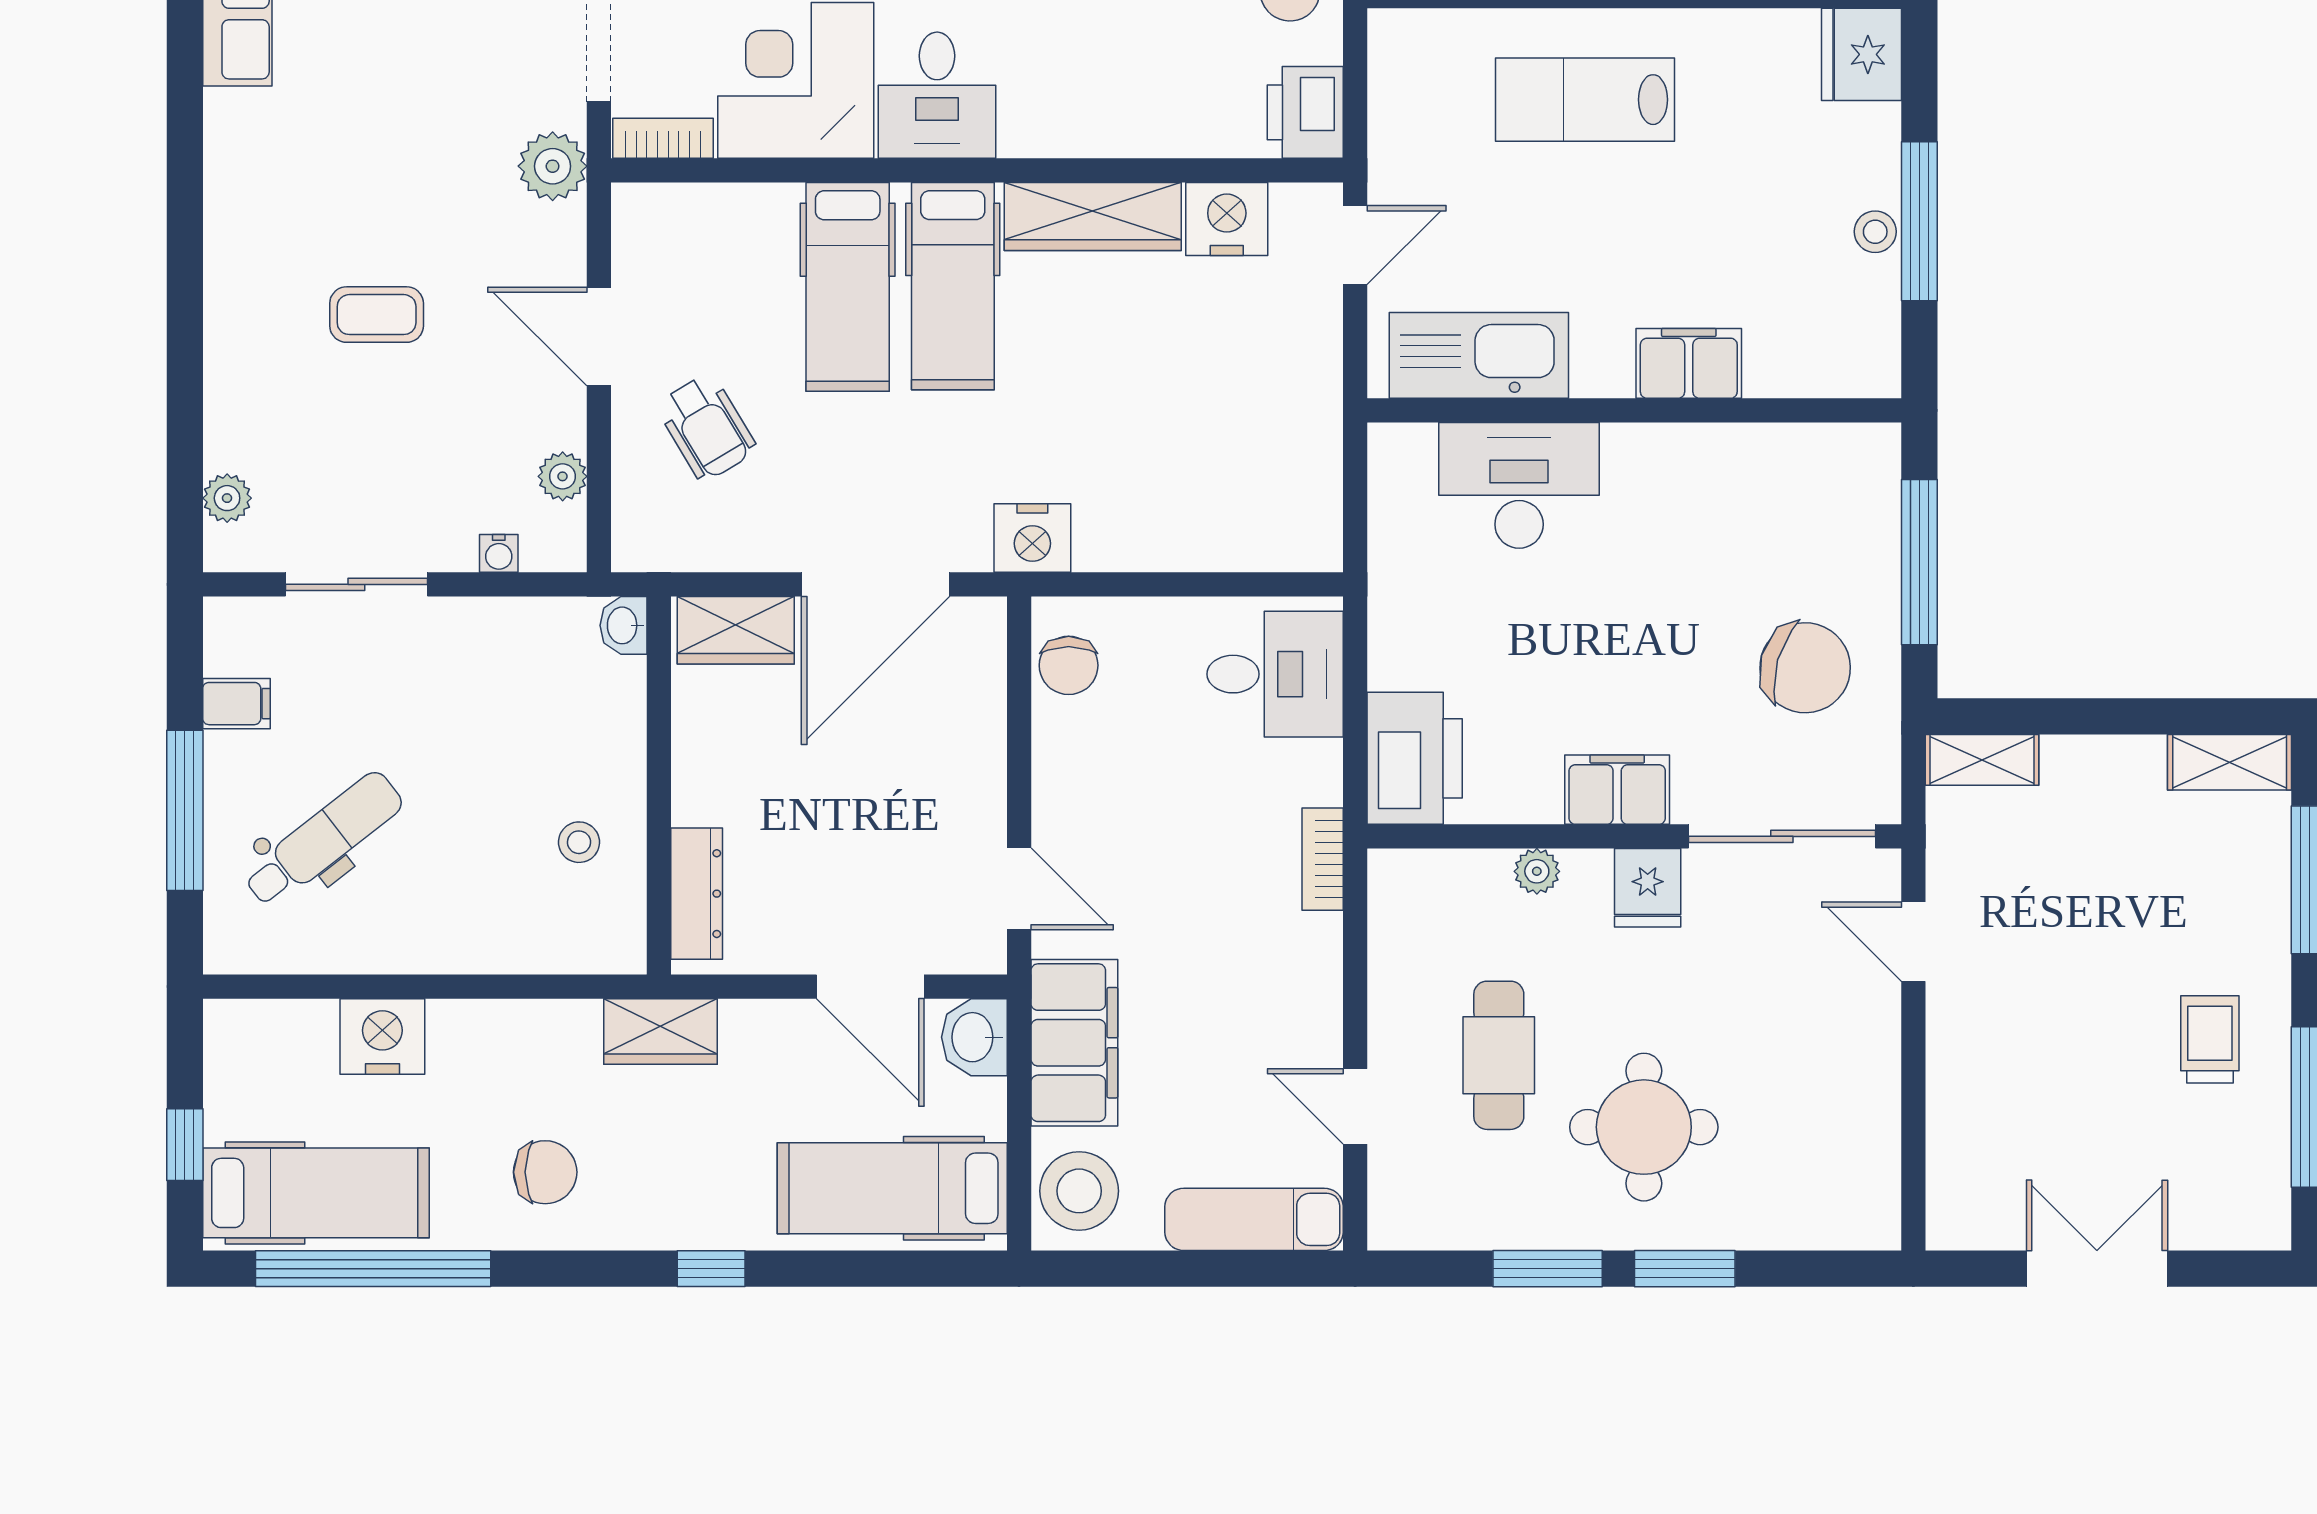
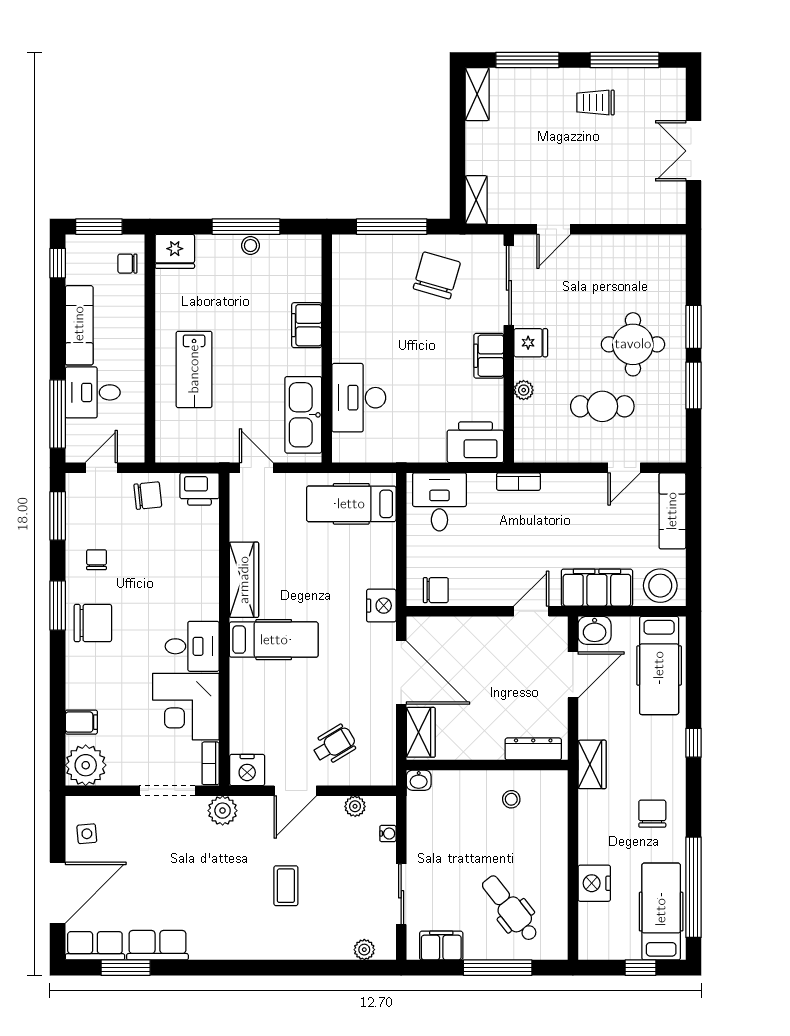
nightstand: (1227, 219) -> (247, 770), moved, turned -90
hospital bed: (848, 287) -> (351, 504), moved, turned 180
filing cabinet: (236, 704) -> (441, 946), width x2.00

